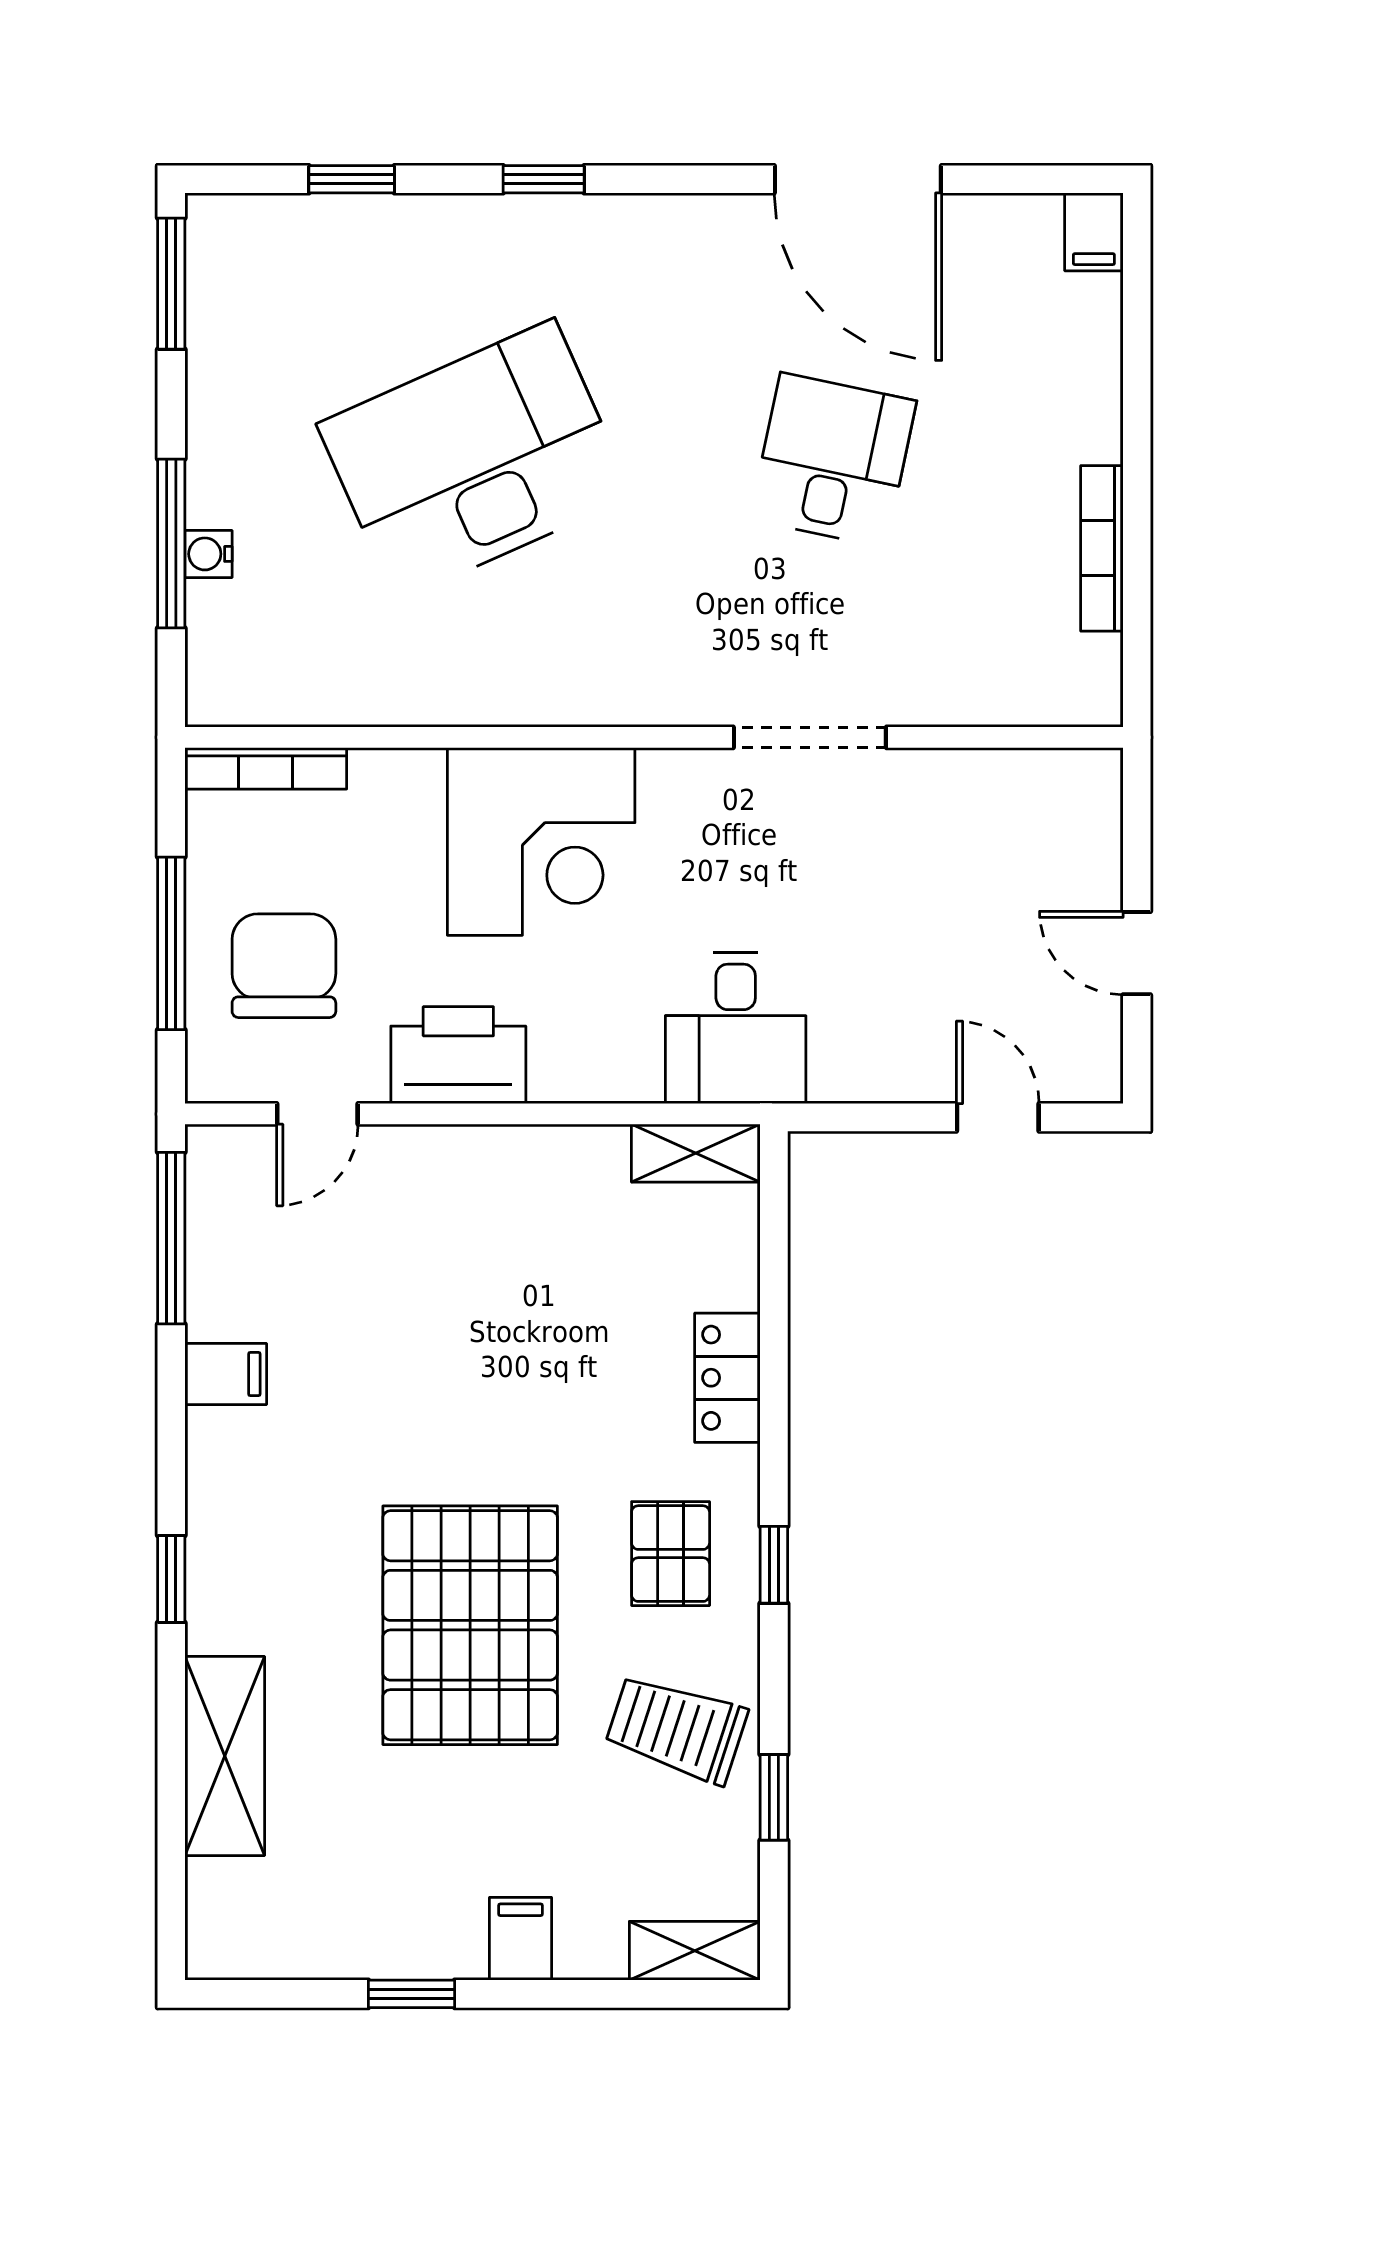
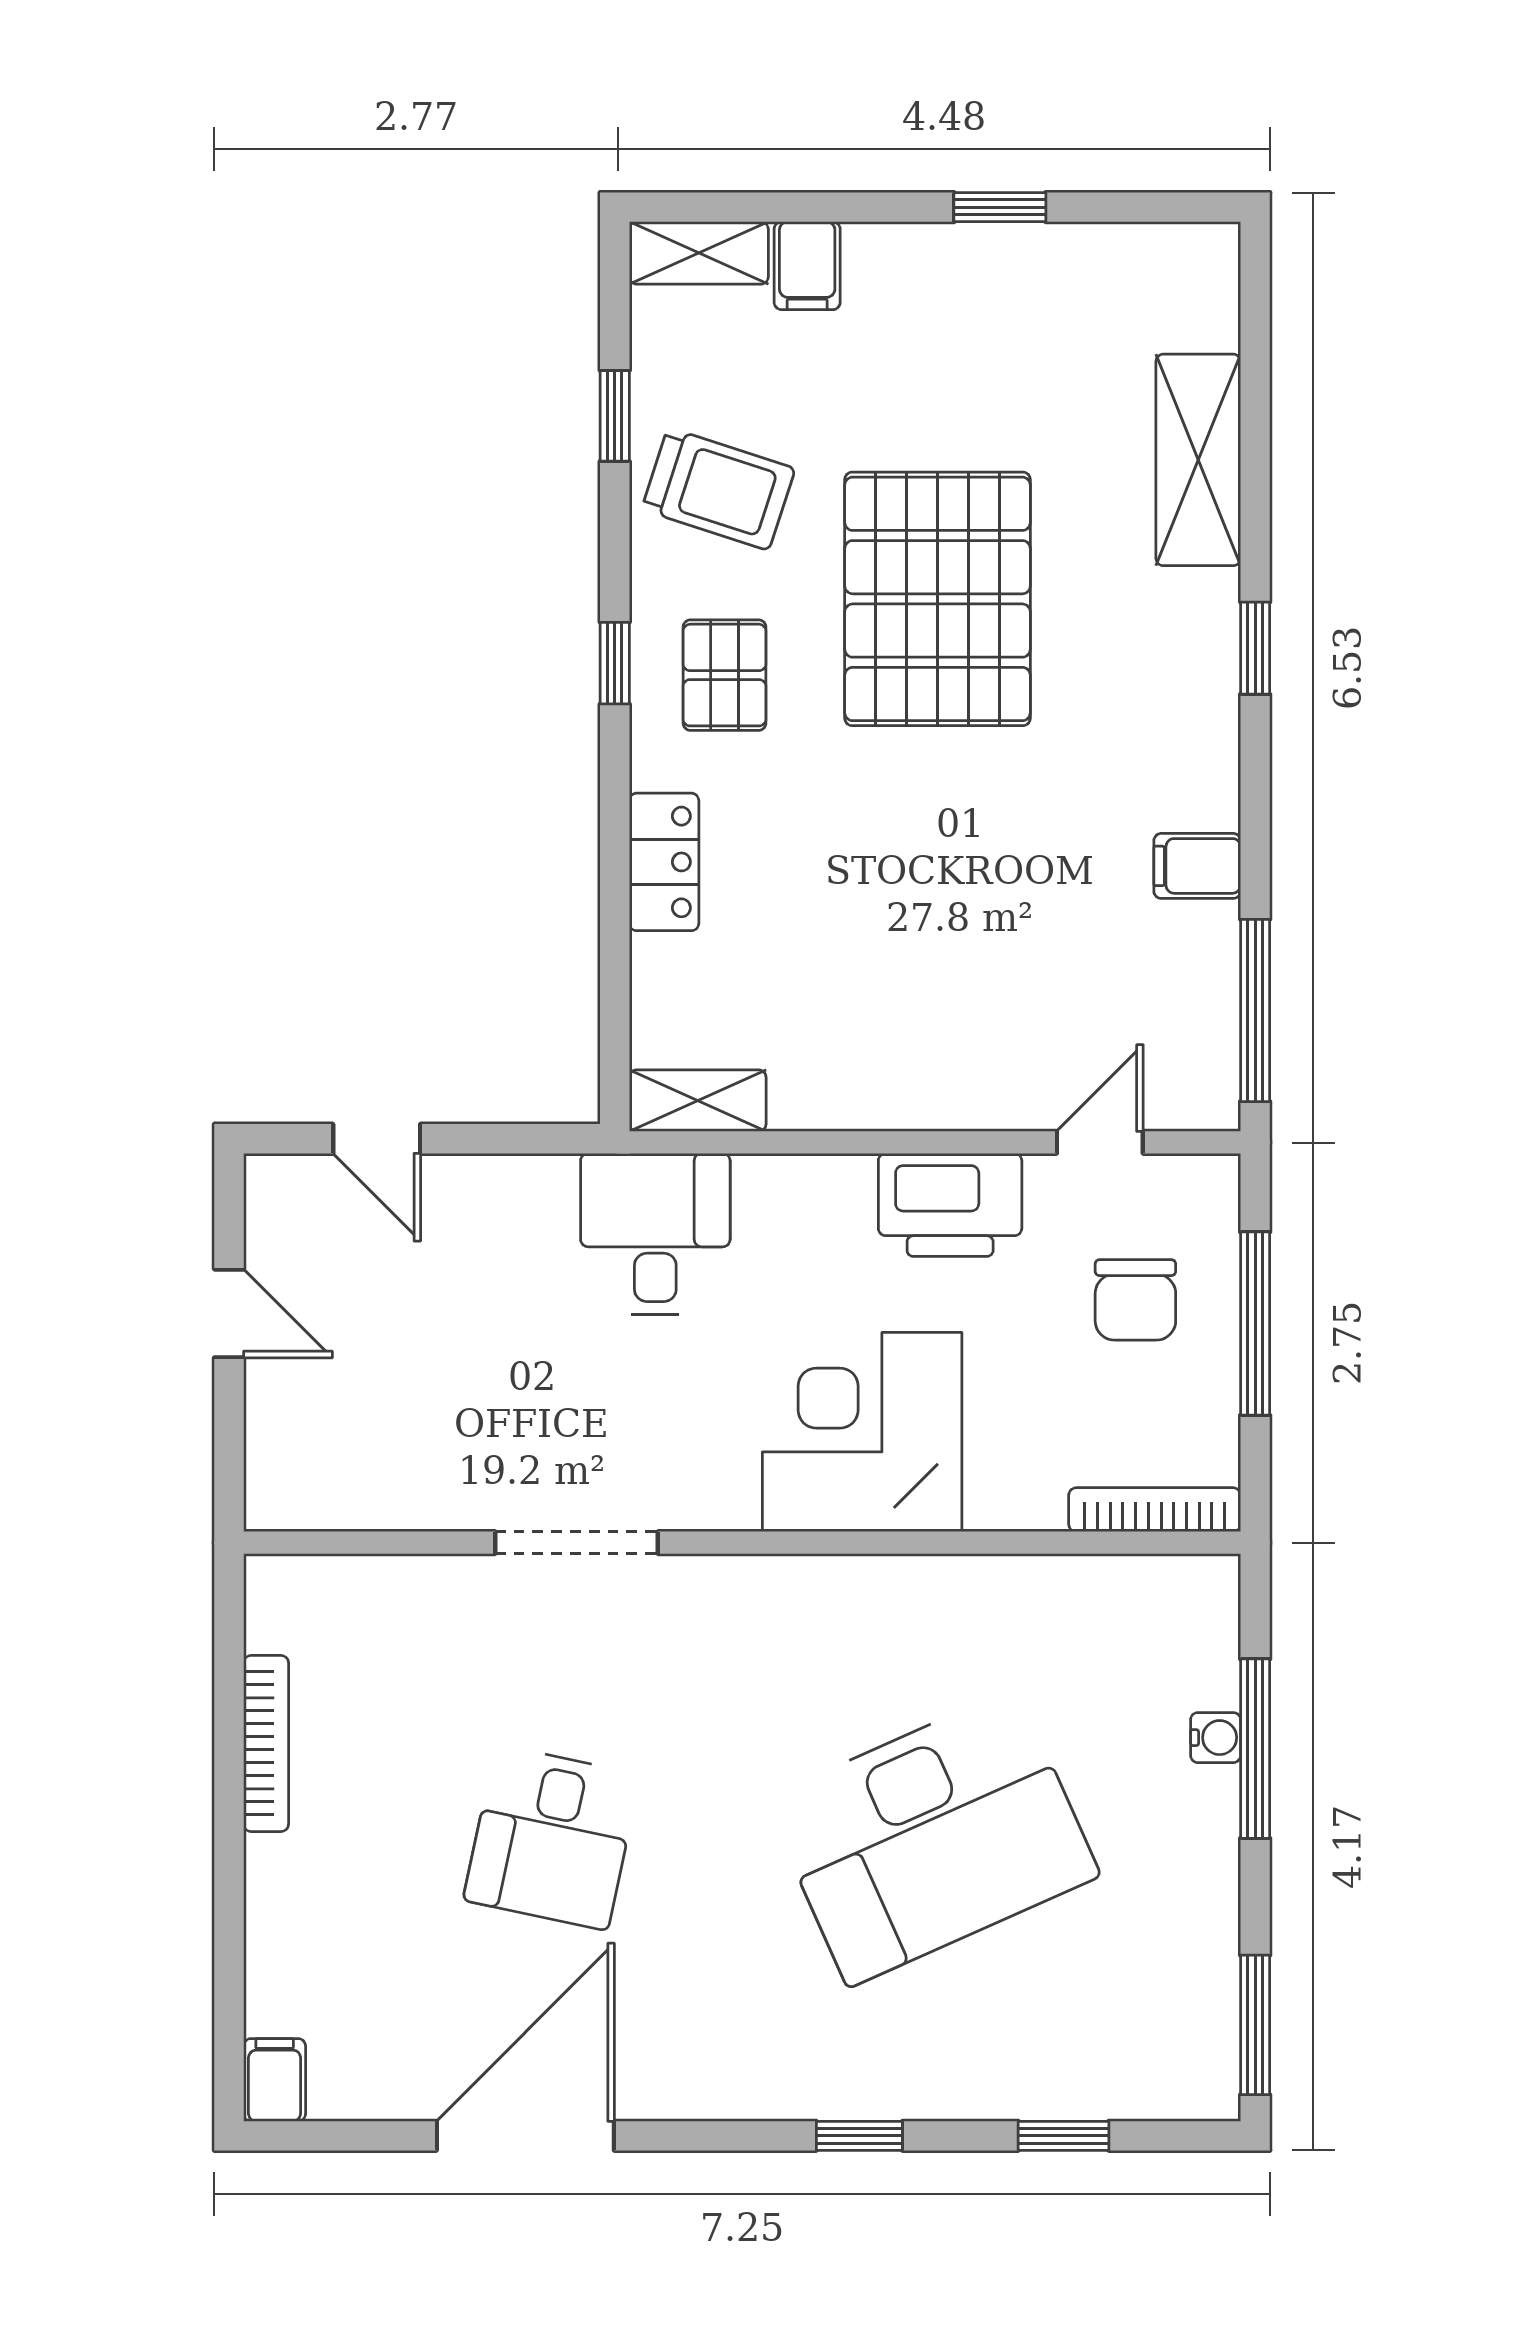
door: (858, 179) -> (525, 2136), hinge flipped
chair: (284, 966) -> (1135, 1300), width x0.73, depth x0.73
filing cabinet: (521, 1939) -> (807, 266), moved

